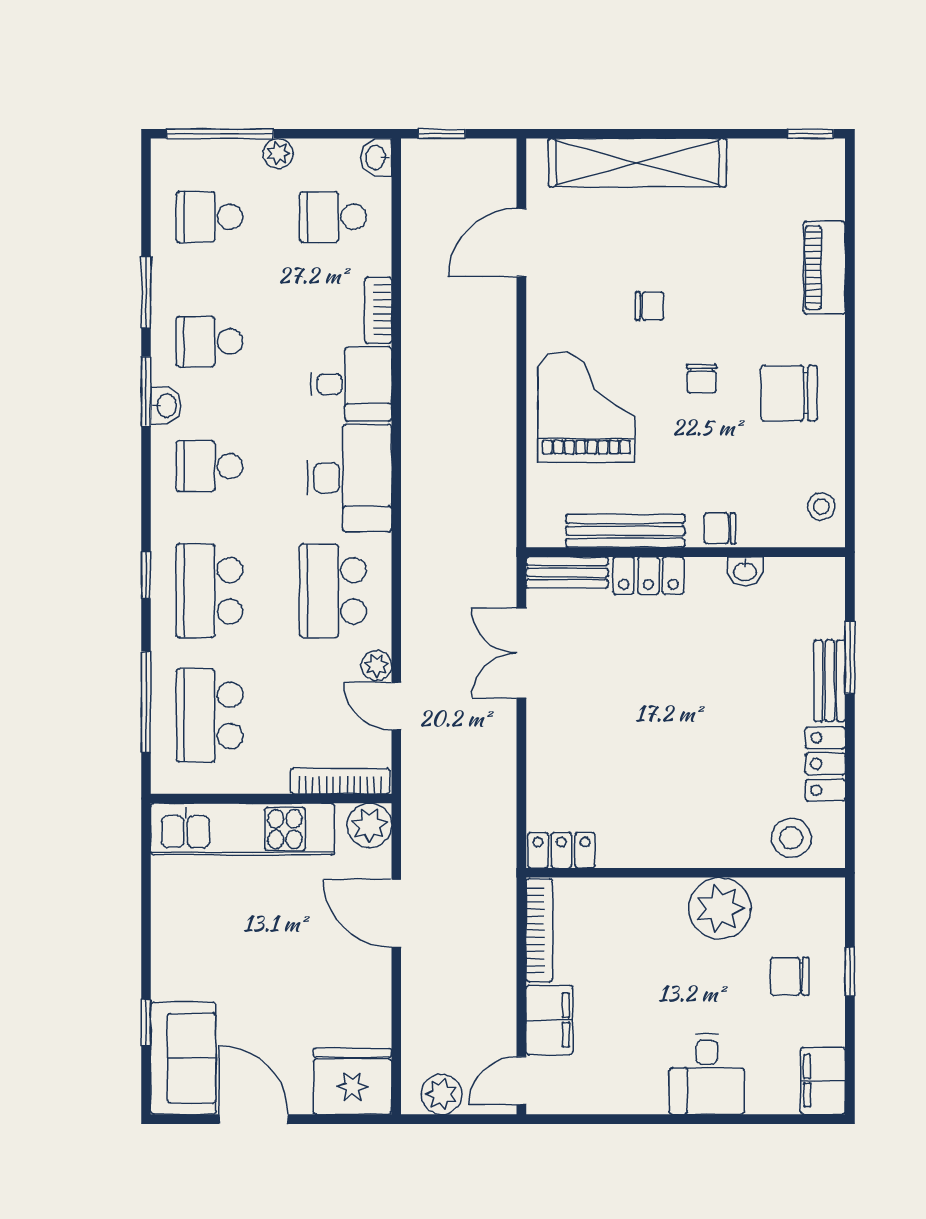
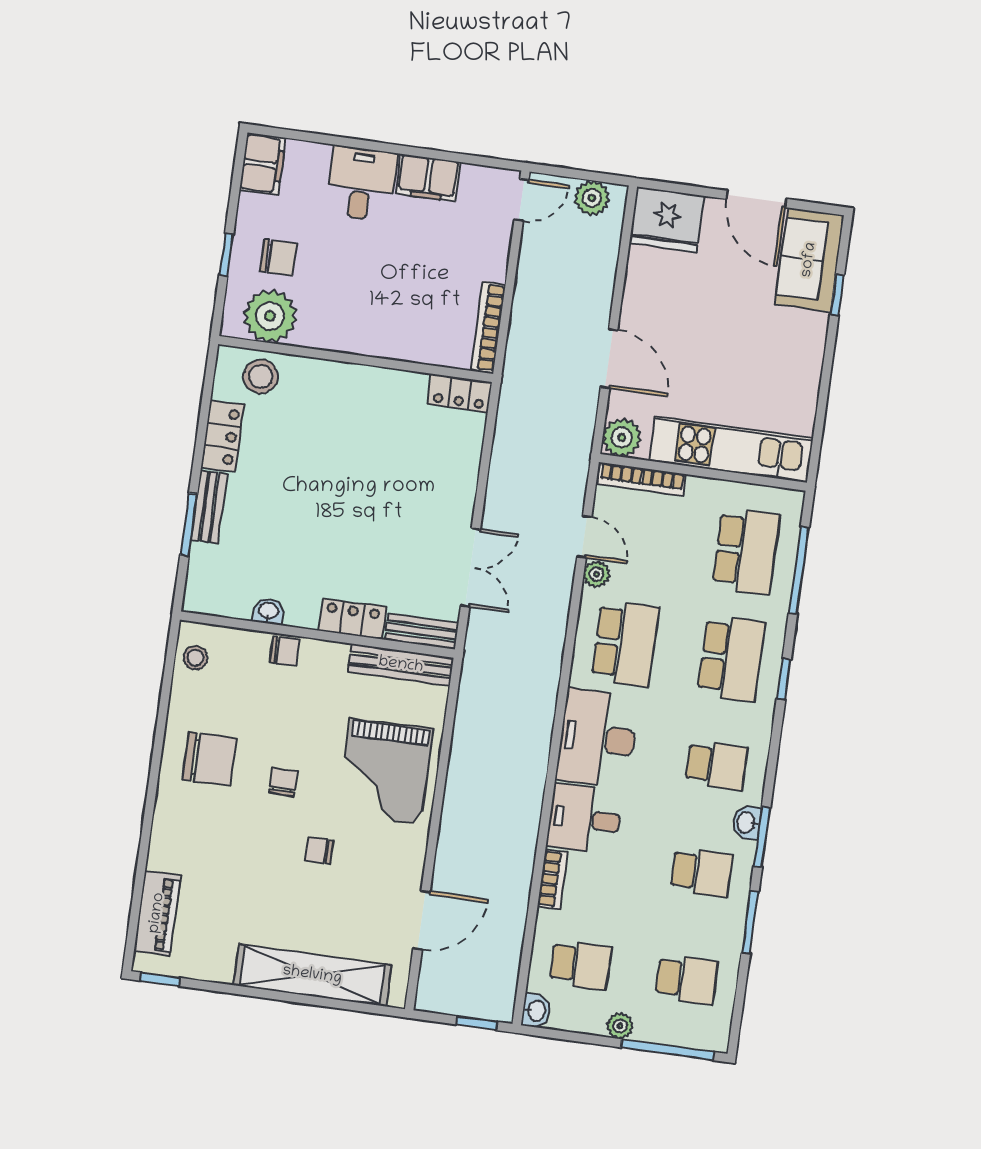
piano: (824, 268) -> (157, 913), moved
bench: (625, 531) -> (401, 665), moved
plant: (720, 908) -> (270, 316), moved
filing cabinet: (549, 1020) -> (428, 178), moved, turned -90

